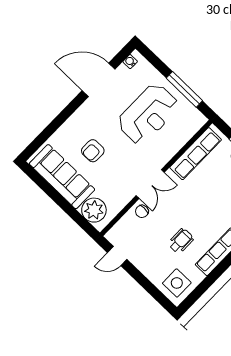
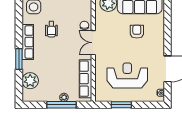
window: (184, 89) -> (121, 105), width x0.69
reception desk: (148, 114) -> (127, 76), turned 90

